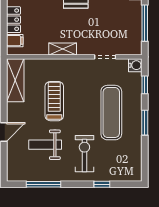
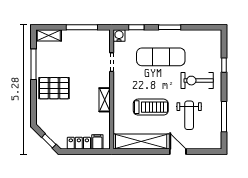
shelving: (15, 80) -> (141, 142), width x1.47
treadmill: (54, 101) -> (151, 107), turned 180

